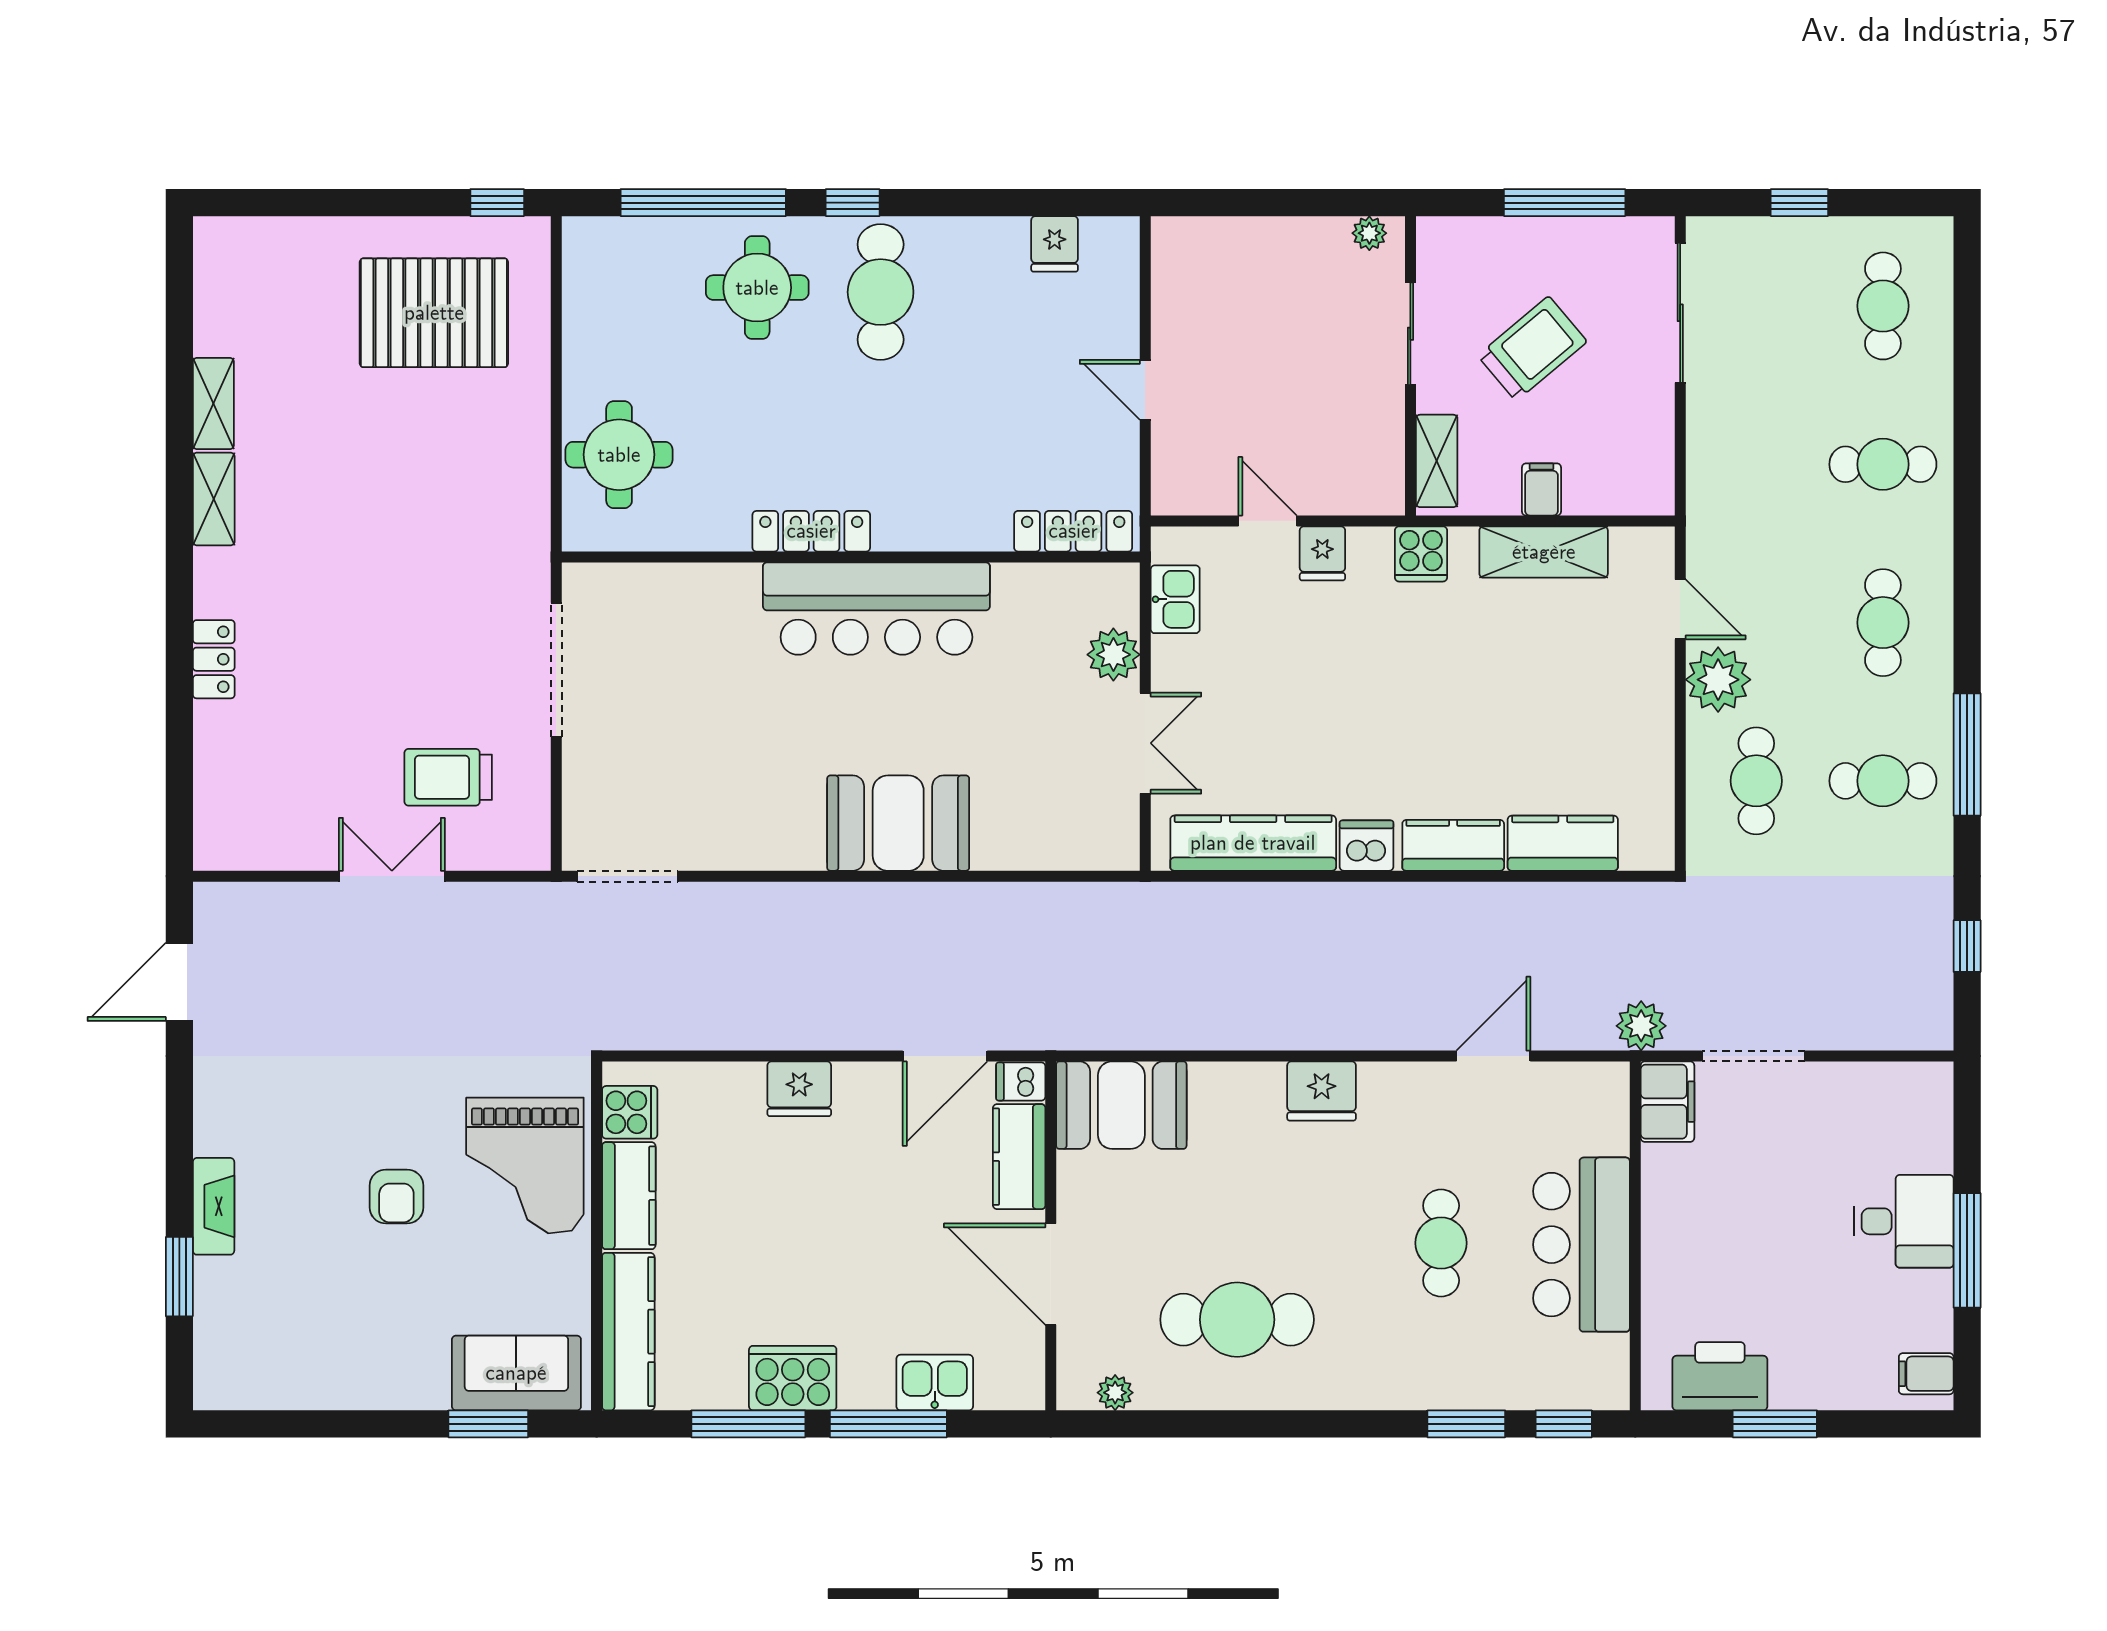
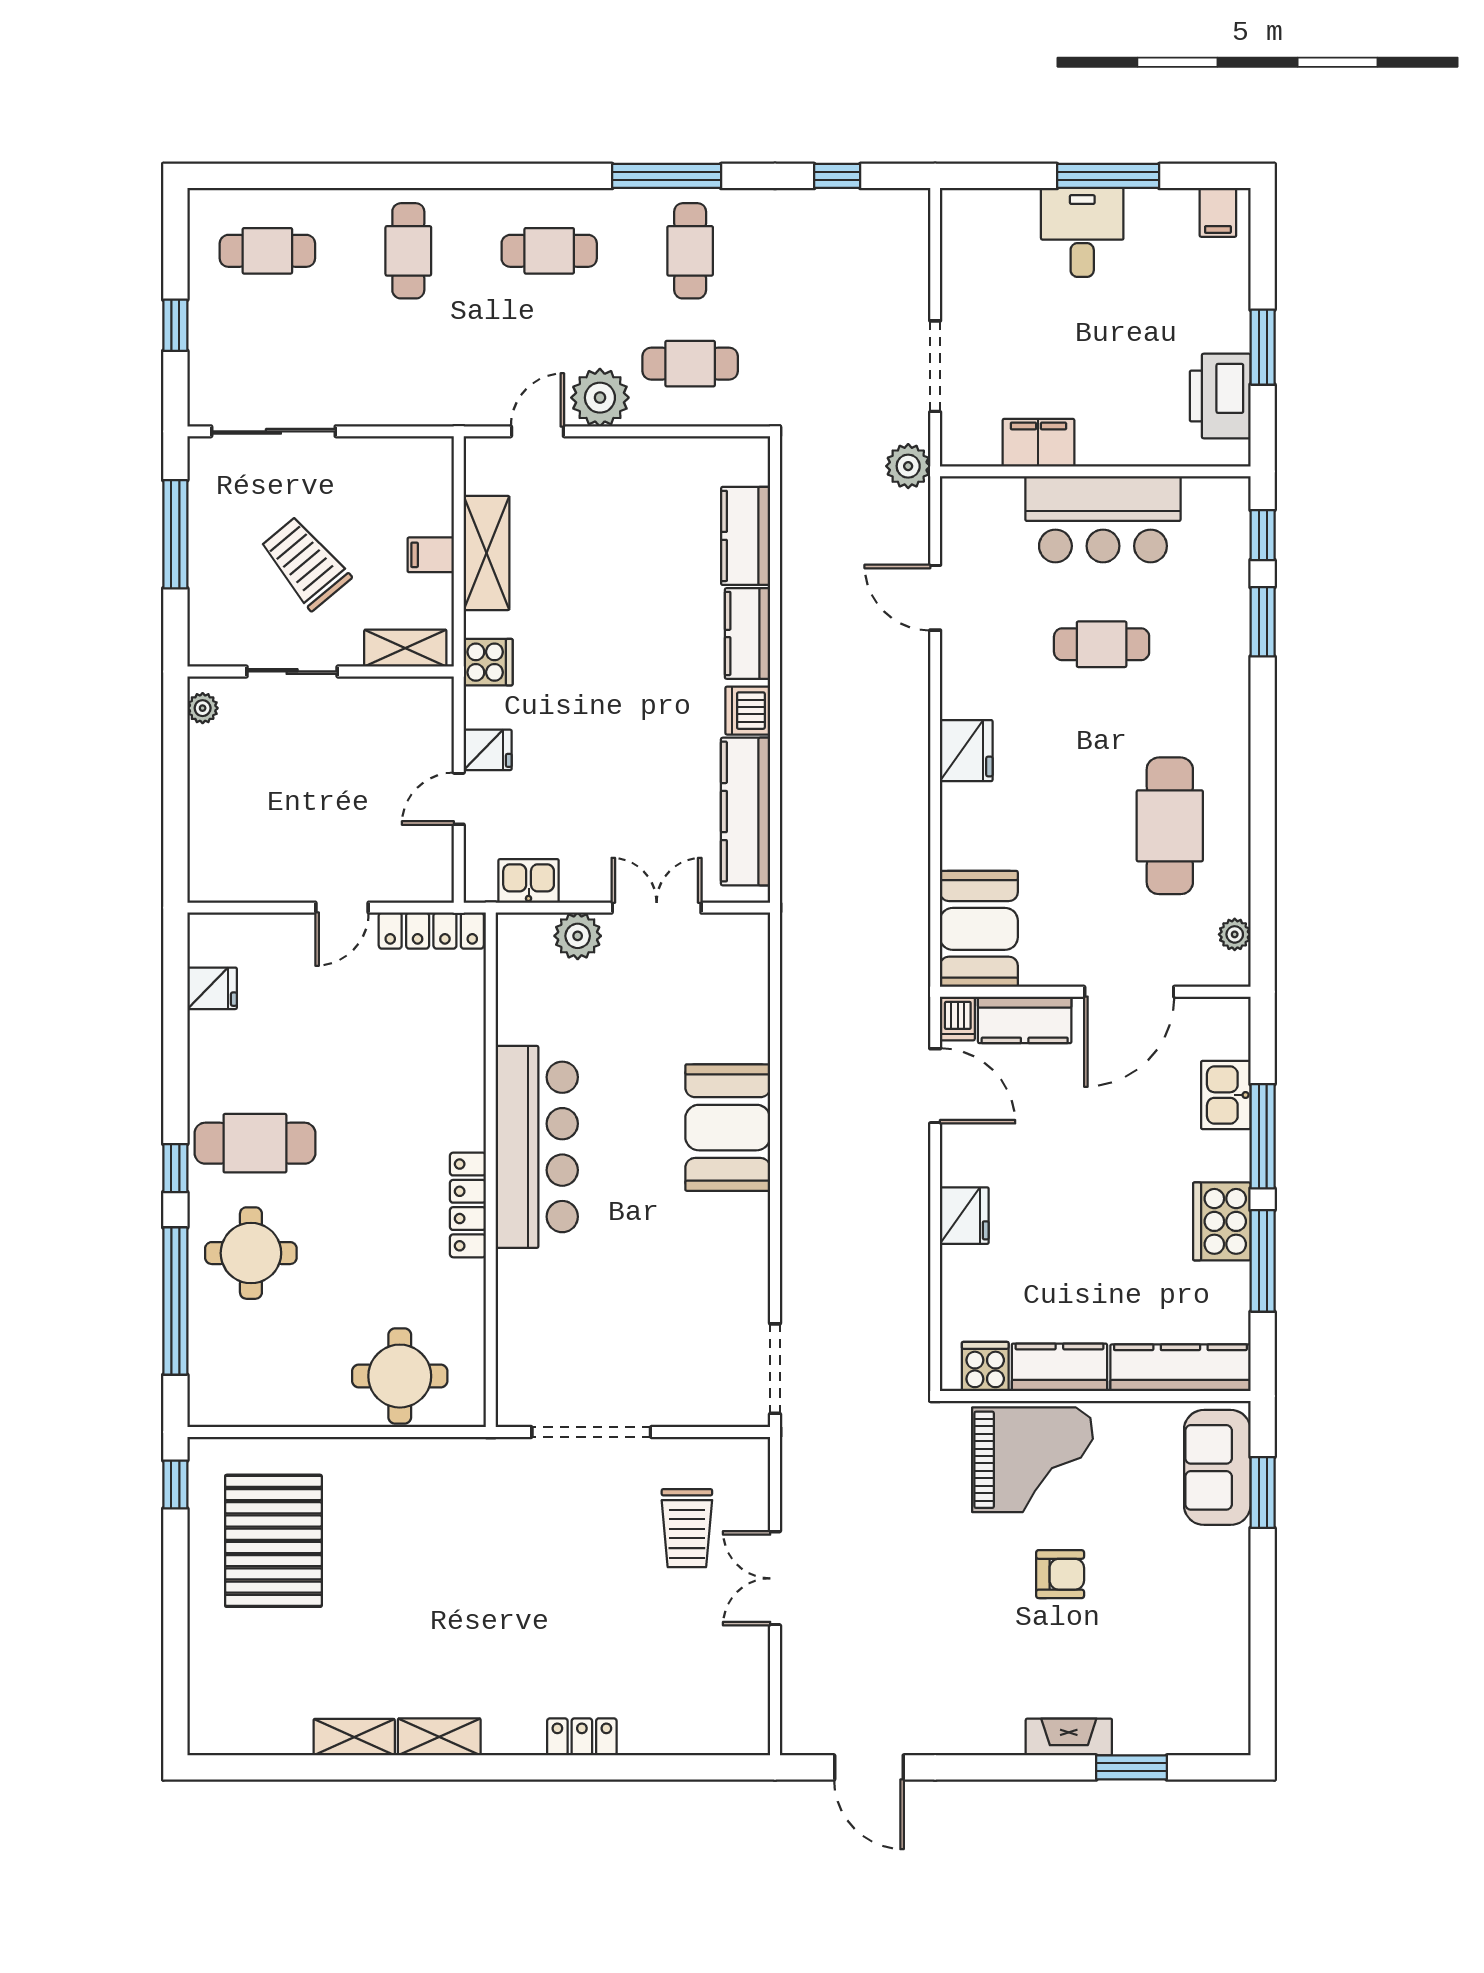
locker: (1073, 531) -> (431, 931), moved, turned -90
filing cabinet: (1667, 1102) -> (1038, 443), moved

